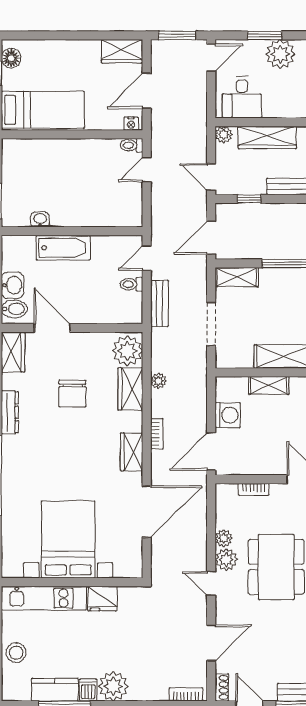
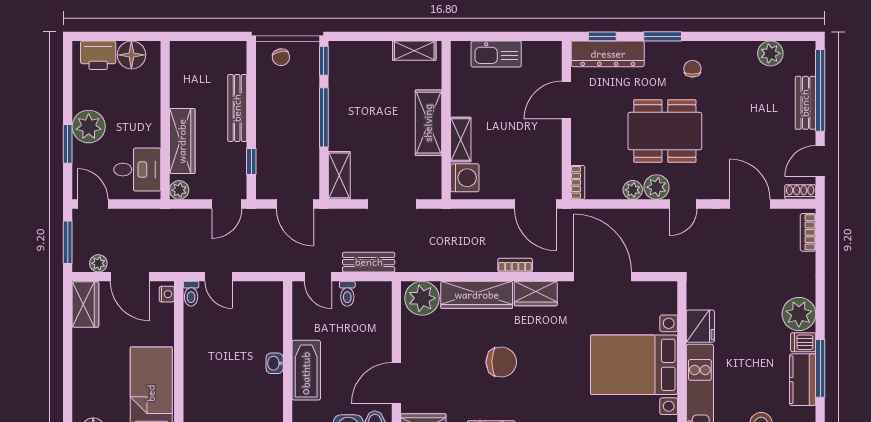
washbasin: (40, 220) -> (275, 363), moved
plant: (158, 381) -> (98, 263), moved
wardrobe: (130, 389) -> (477, 295), width x1.50
chair: (72, 393) -> (501, 362), moved
washing machine: (228, 415) -> (465, 178), moved, turned 90
bookcase: (254, 489) -> (578, 182), moved

